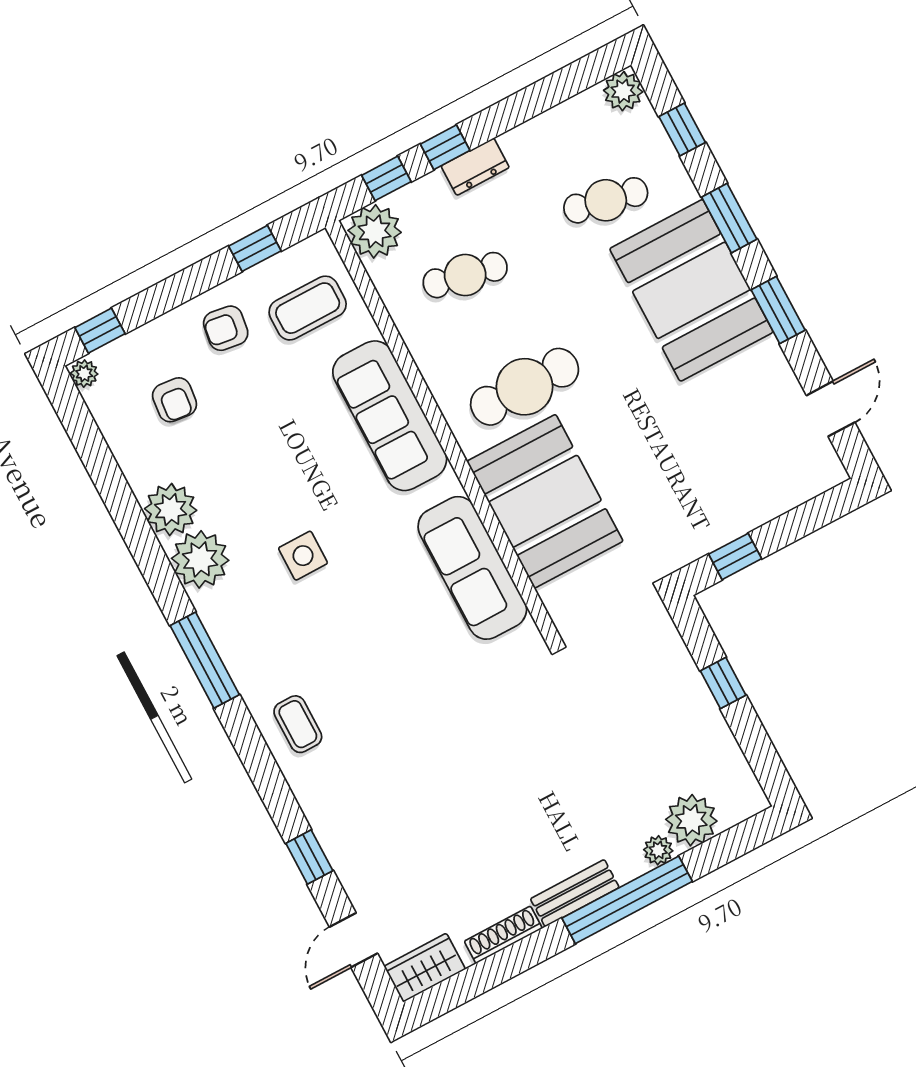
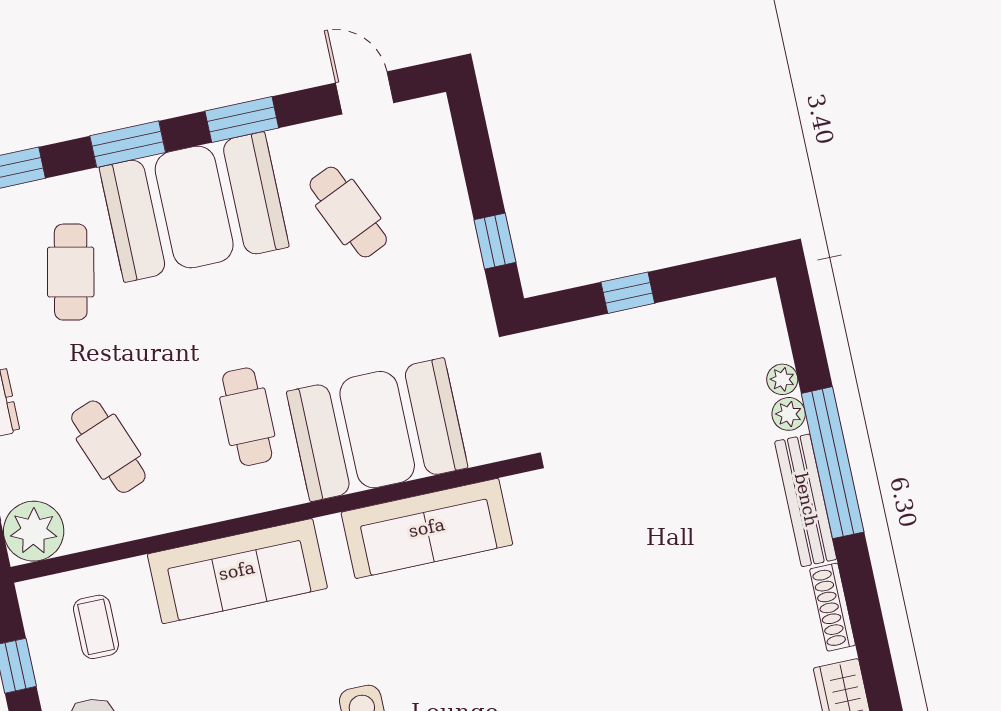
cafe table: (465, 275) -> (108, 447), turned -33
coffee table: (308, 308) -> (96, 627), width x0.73, depth x0.77
cafe table: (525, 387) -> (247, 417), width x0.73, depth x0.74
cafe table: (724, 424) -> (348, 212), added
plant: (691, 820) -> (782, 379), width x0.53, depth x0.53
bench: (575, 893) -> (806, 500), width x1.36

